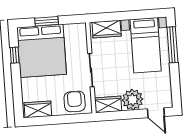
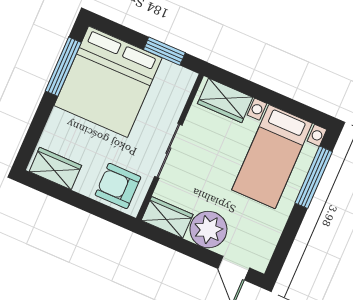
window: (47, 21) -> (164, 51), moved
window: (15, 55) -> (63, 67), width x2.17
armchair: (75, 102) -> (118, 186), turned -90

